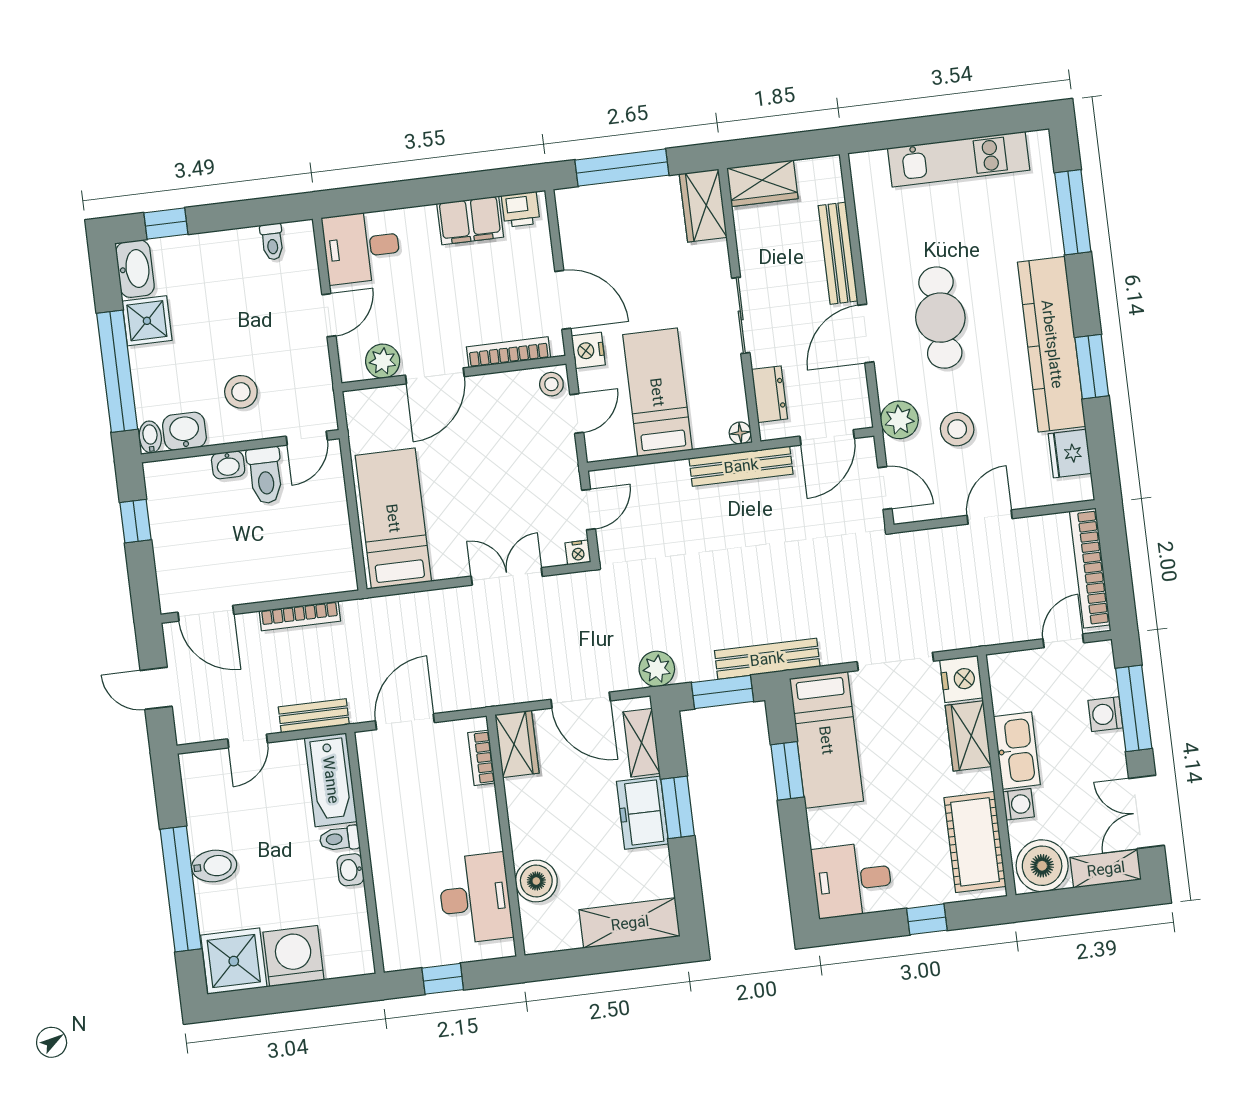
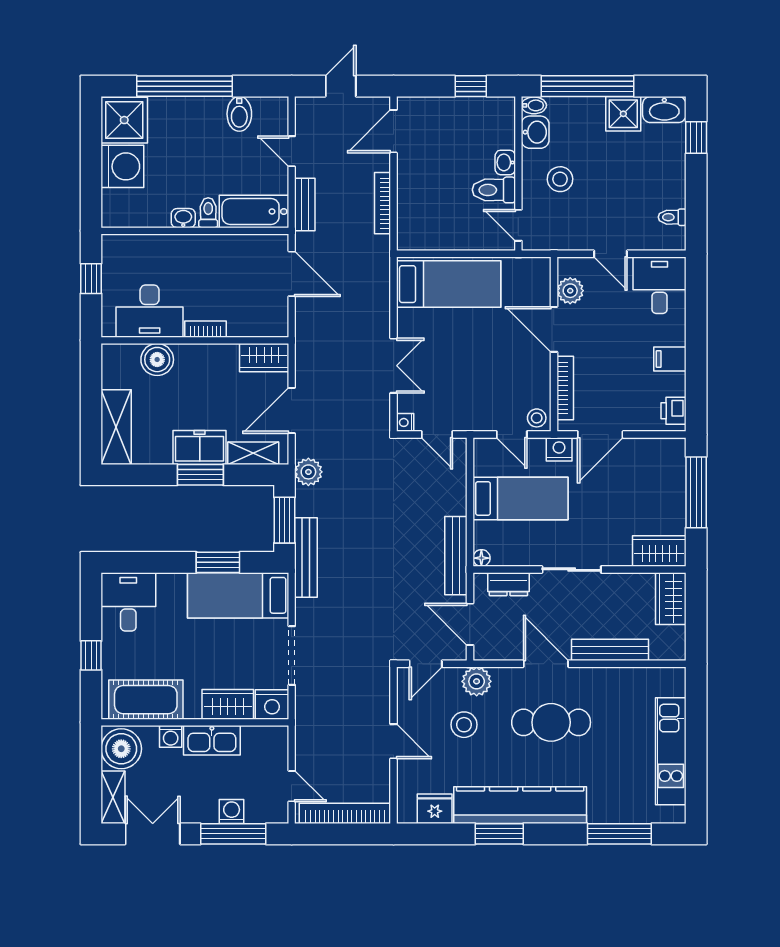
filing cabinet: (470, 220) -> (670, 359), width x0.50
bookcase: (481, 758) -> (206, 329), moved
bidet: (214, 866) -> (239, 114), moved

